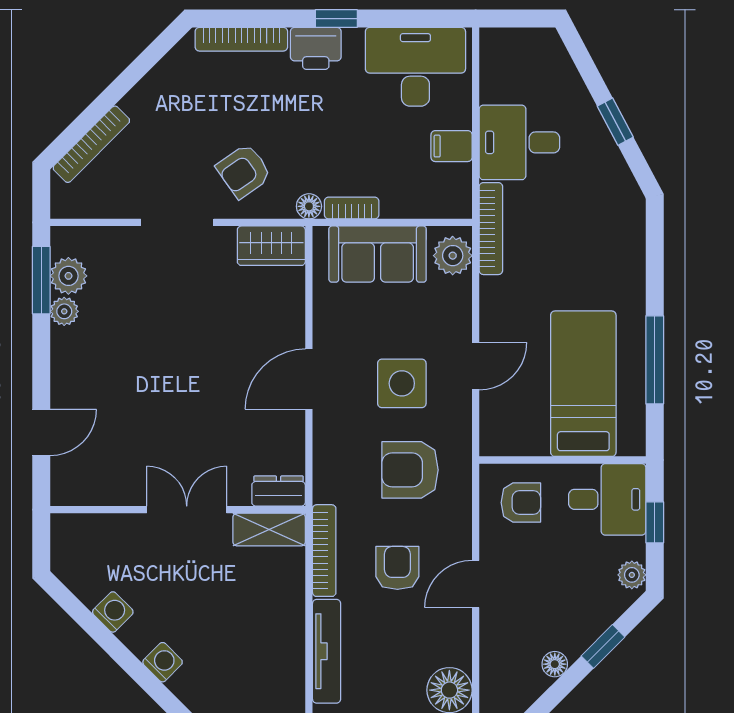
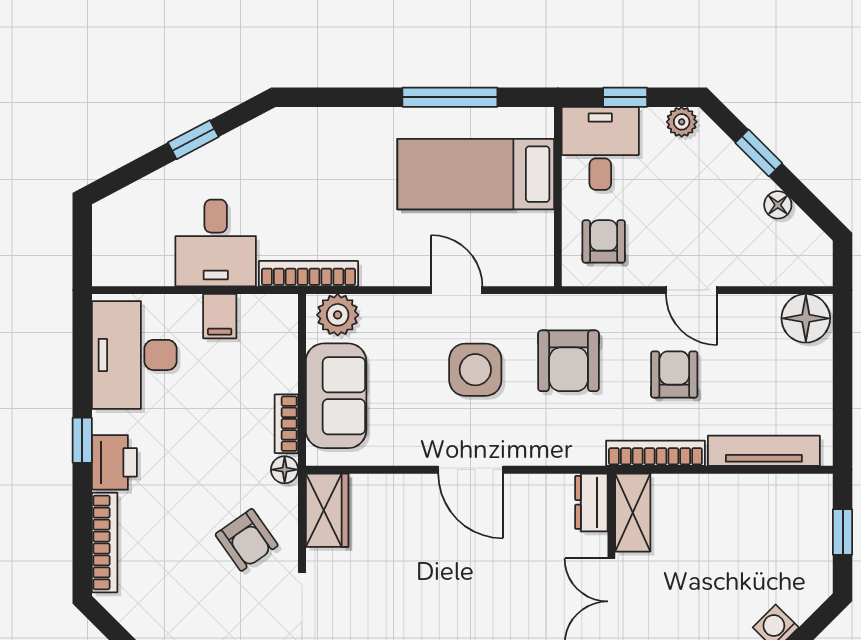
armchair: (397, 568) -> (674, 374), turned 90

